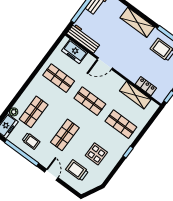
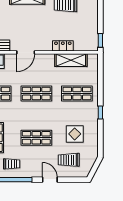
locker: (146, 86) -> (63, 46), moved
shop shelf: (65, 135) -> (36, 138), turned 90

